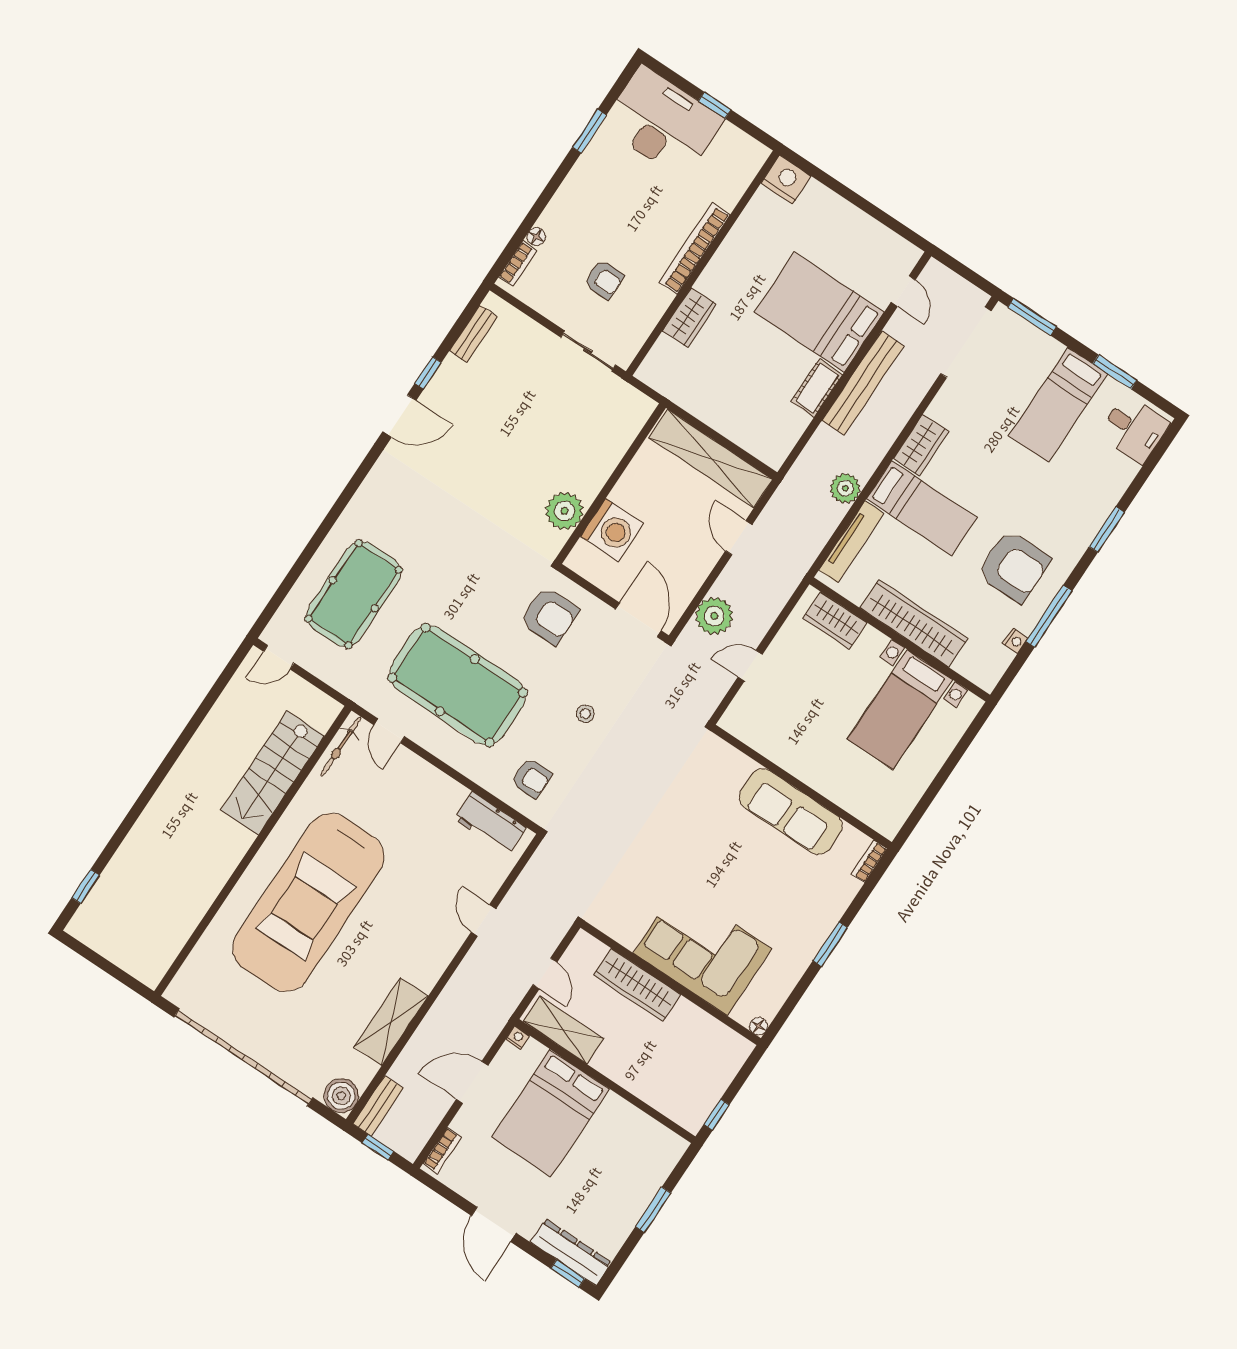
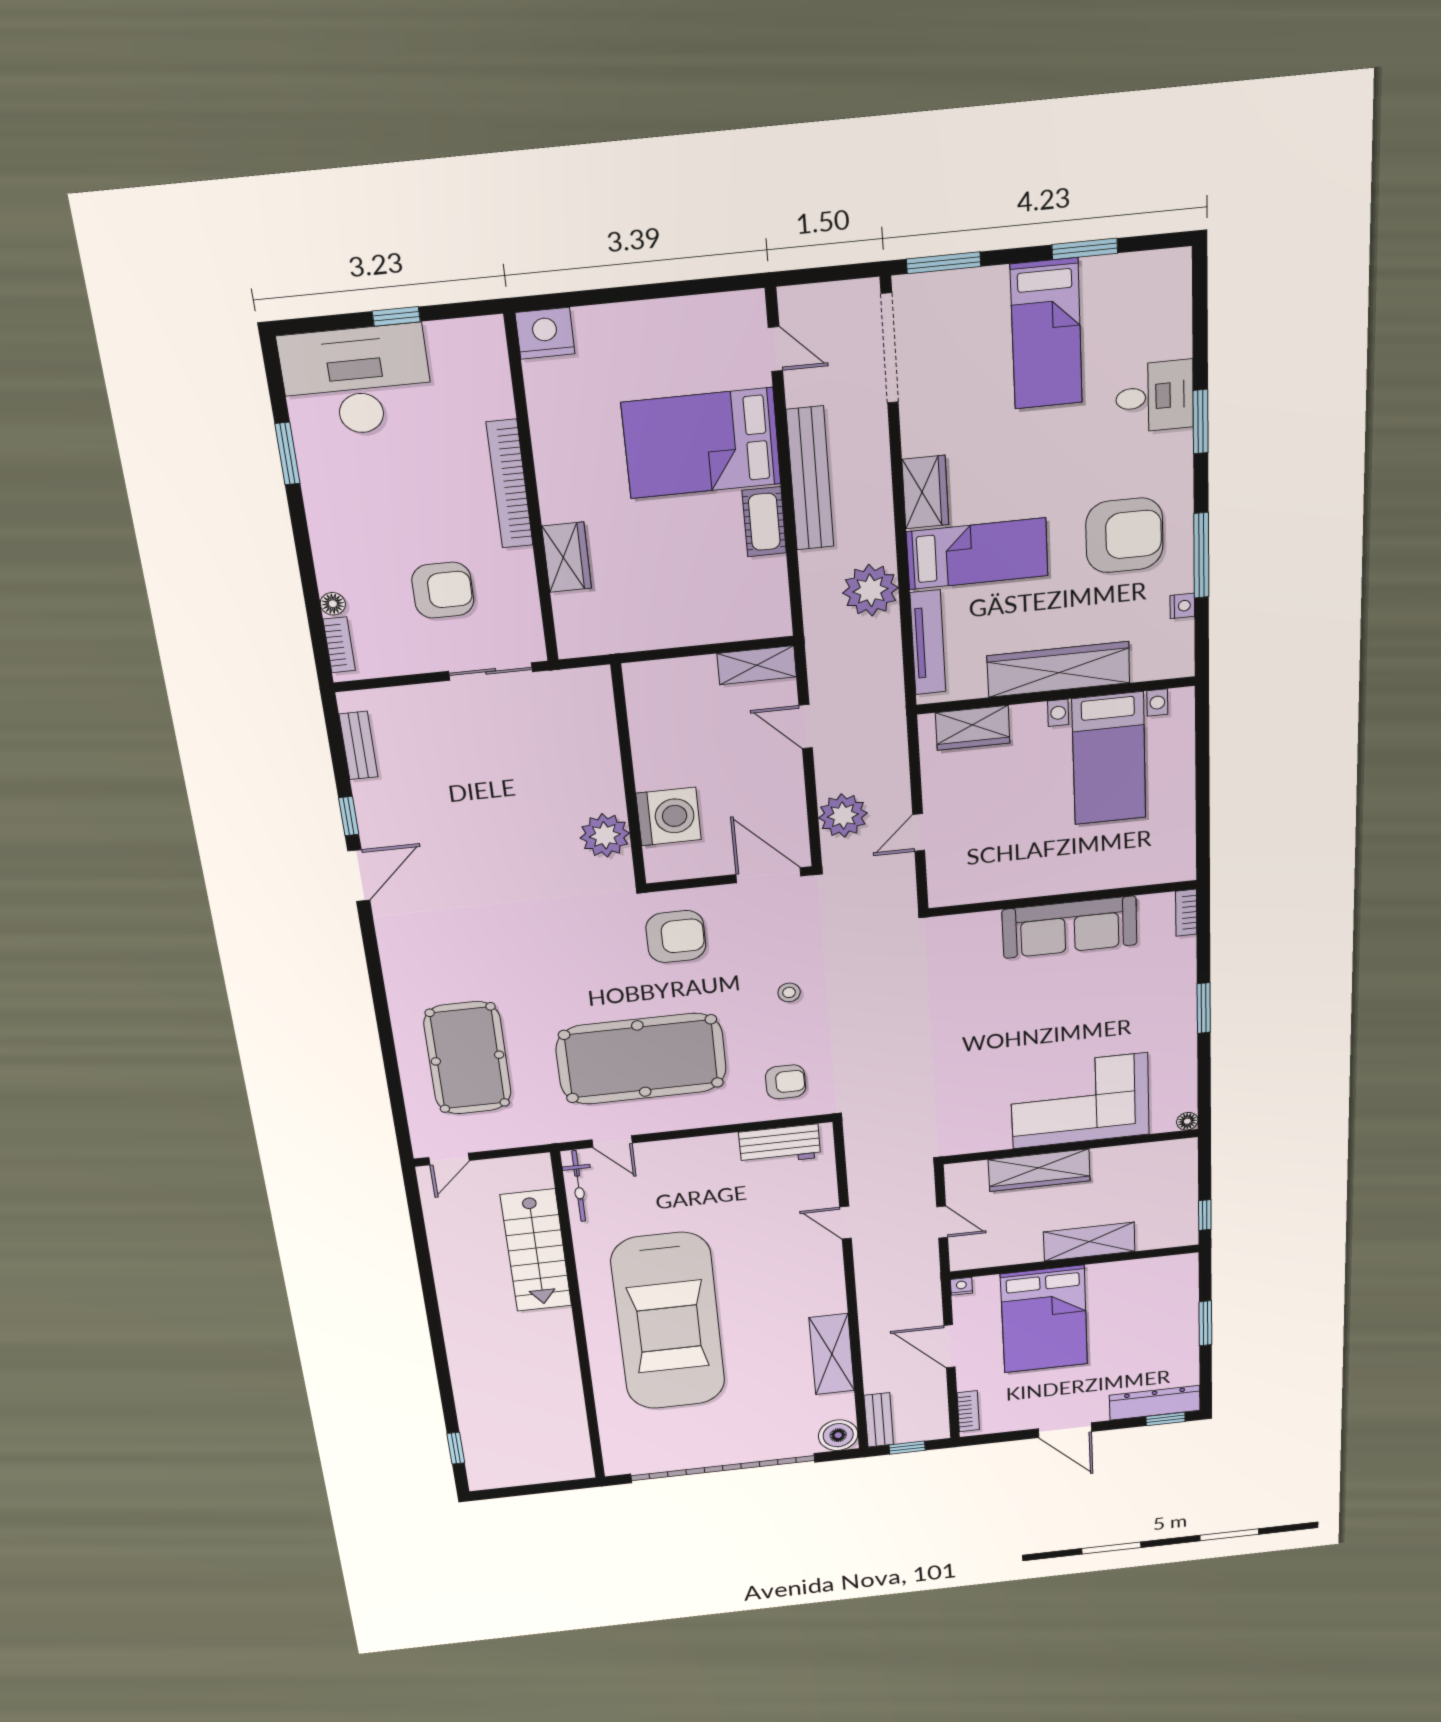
armchair: (604, 280) -> (443, 590), width x1.38, depth x1.38
desk: (1134, 429) -> (1155, 397), moved
shelving: (711, 458) -> (757, 665), width x0.45, depth x0.75
plant: (845, 488) -> (871, 590), width x1.36, depth x1.36
shelving: (564, 1030) -> (1089, 1242), moved
door: (472, 1082) -> (950, 1346), hinge flipped

